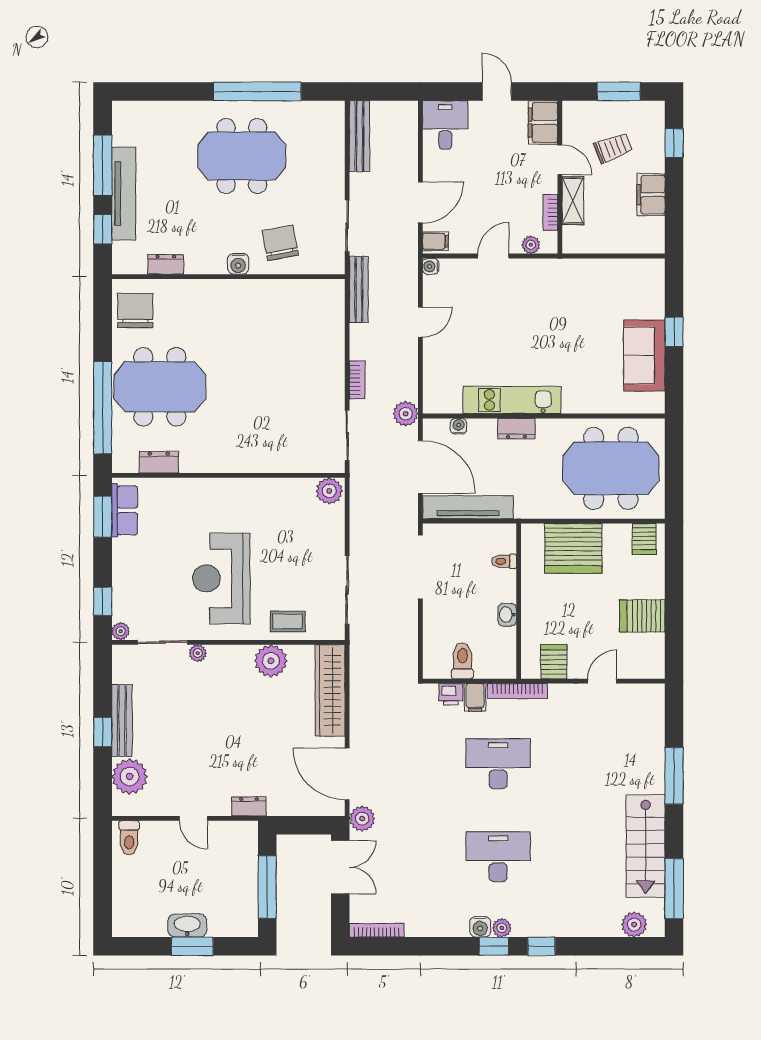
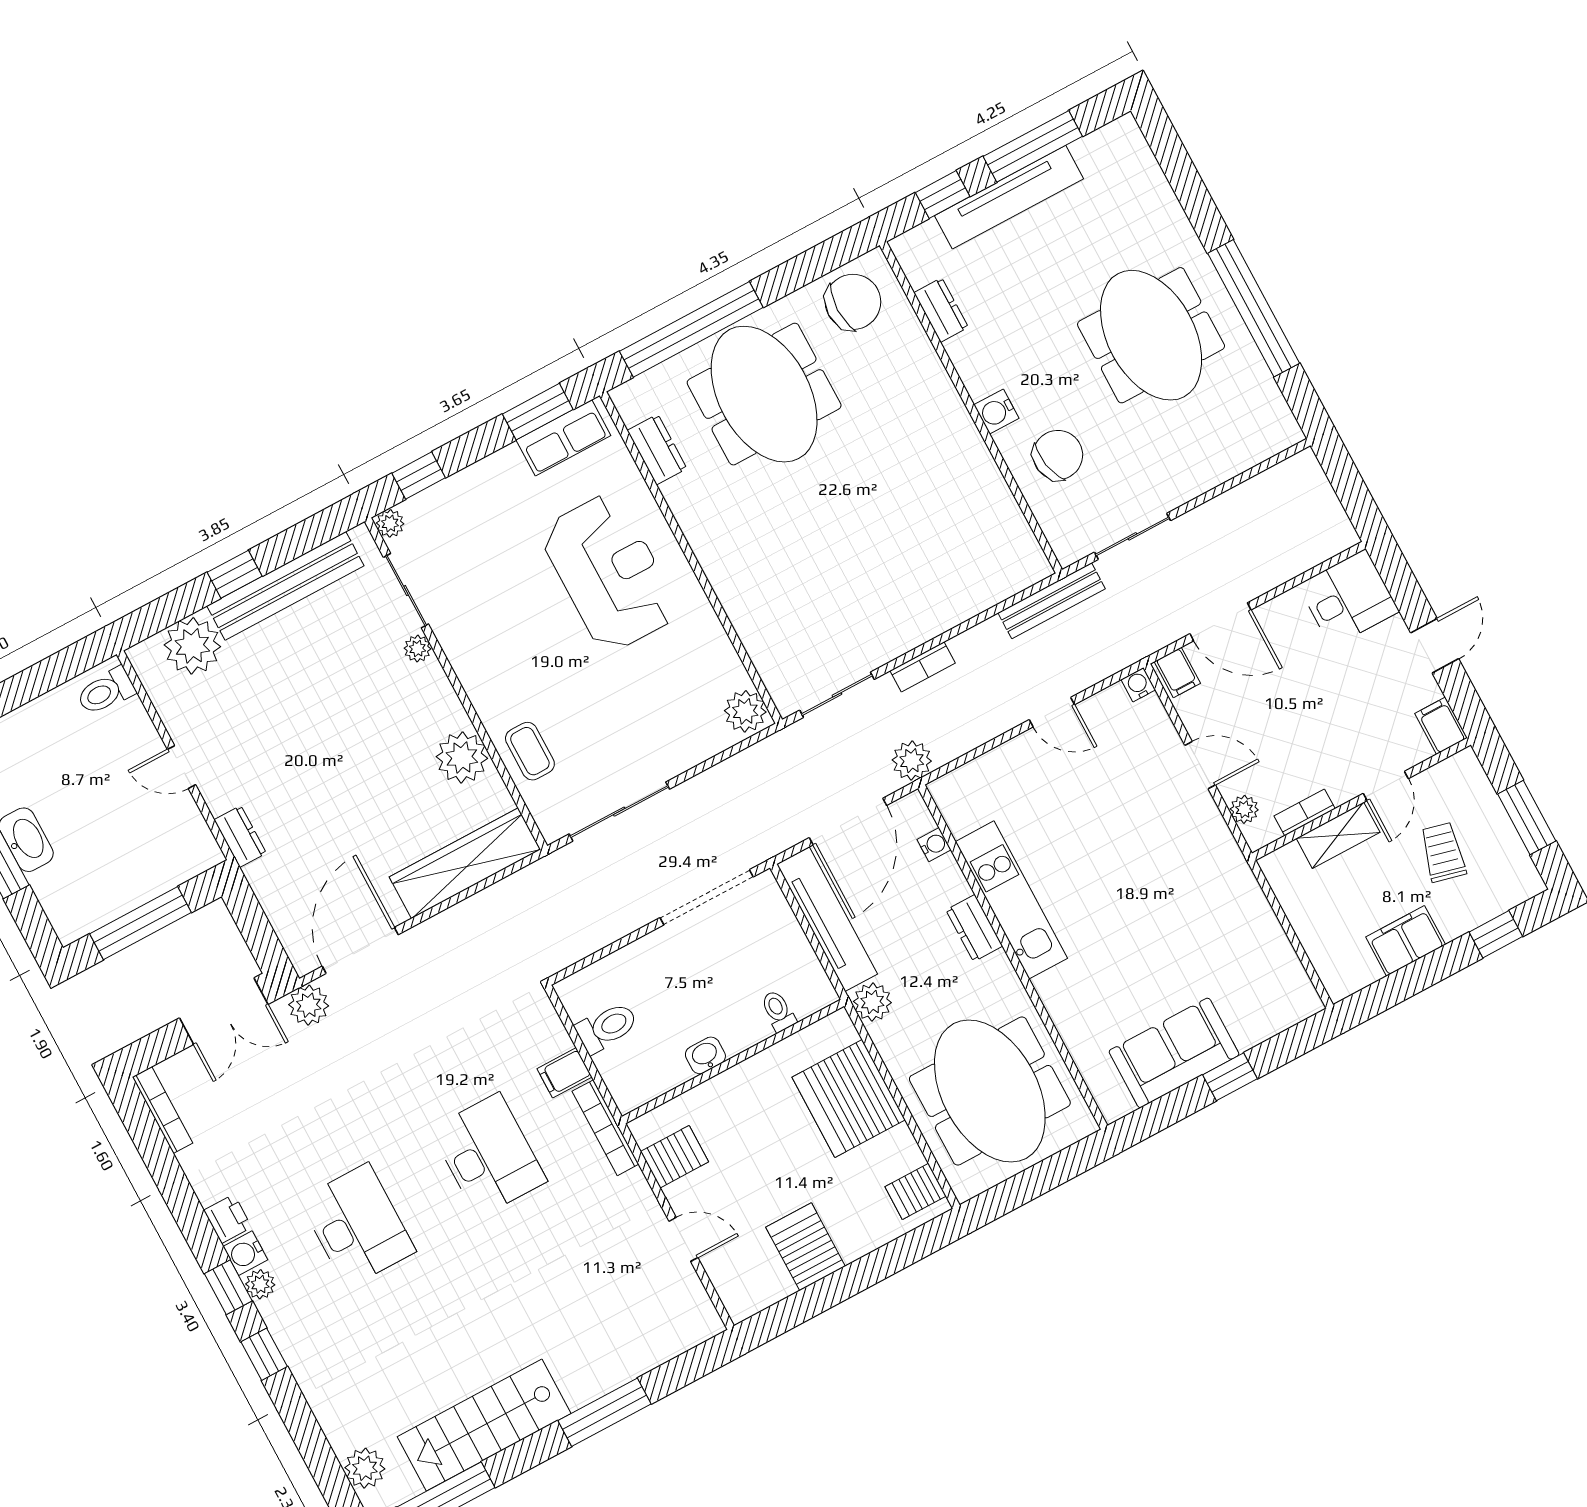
filing cabinet: (543, 122) -> (1441, 726), width x0.50
bench: (359, 136) -> (1268, 486), removed
trolley: (613, 148) -> (1443, 852), turned -145
plant: (527, 507) -> (872, 1002), added
reception desk: (221, 578) -> (609, 573), moved, turned 90
printer: (451, 694) -> (228, 1219), moved, turned 180
bench: (122, 721) -> (285, 586), width x1.37, depth x1.21
door: (193, 818) -> (181, 767), hinge flipped

